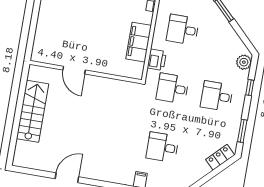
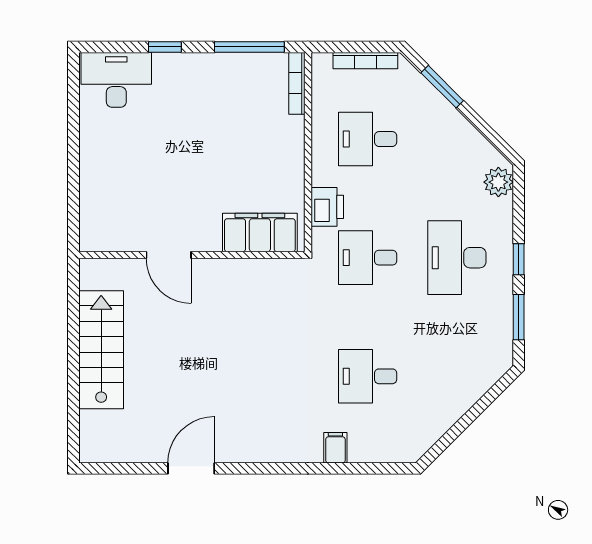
filing cabinet: (139, 42) -> (260, 232), moved, turned 90
window: (250, 88) -> (519, 259), moved
desk: (217, 96) -> (457, 258), width x1.37
locker: (220, 157) -> (484, 376), removed

